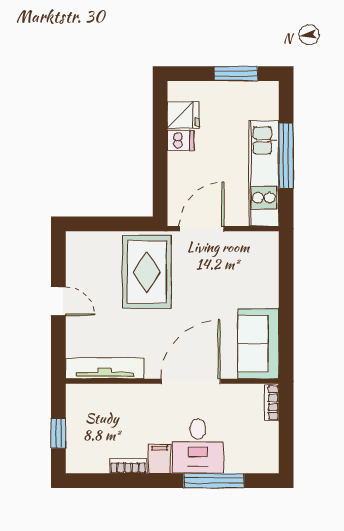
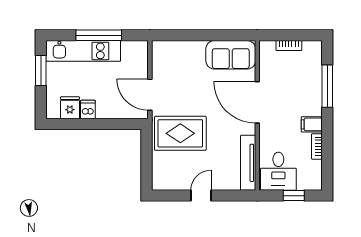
kitchen unit: (264, 173) -> (83, 51), moved
bookcase: (272, 403) -> (289, 46), moved
desk: (198, 446) -> (278, 171), moved, turned 90

